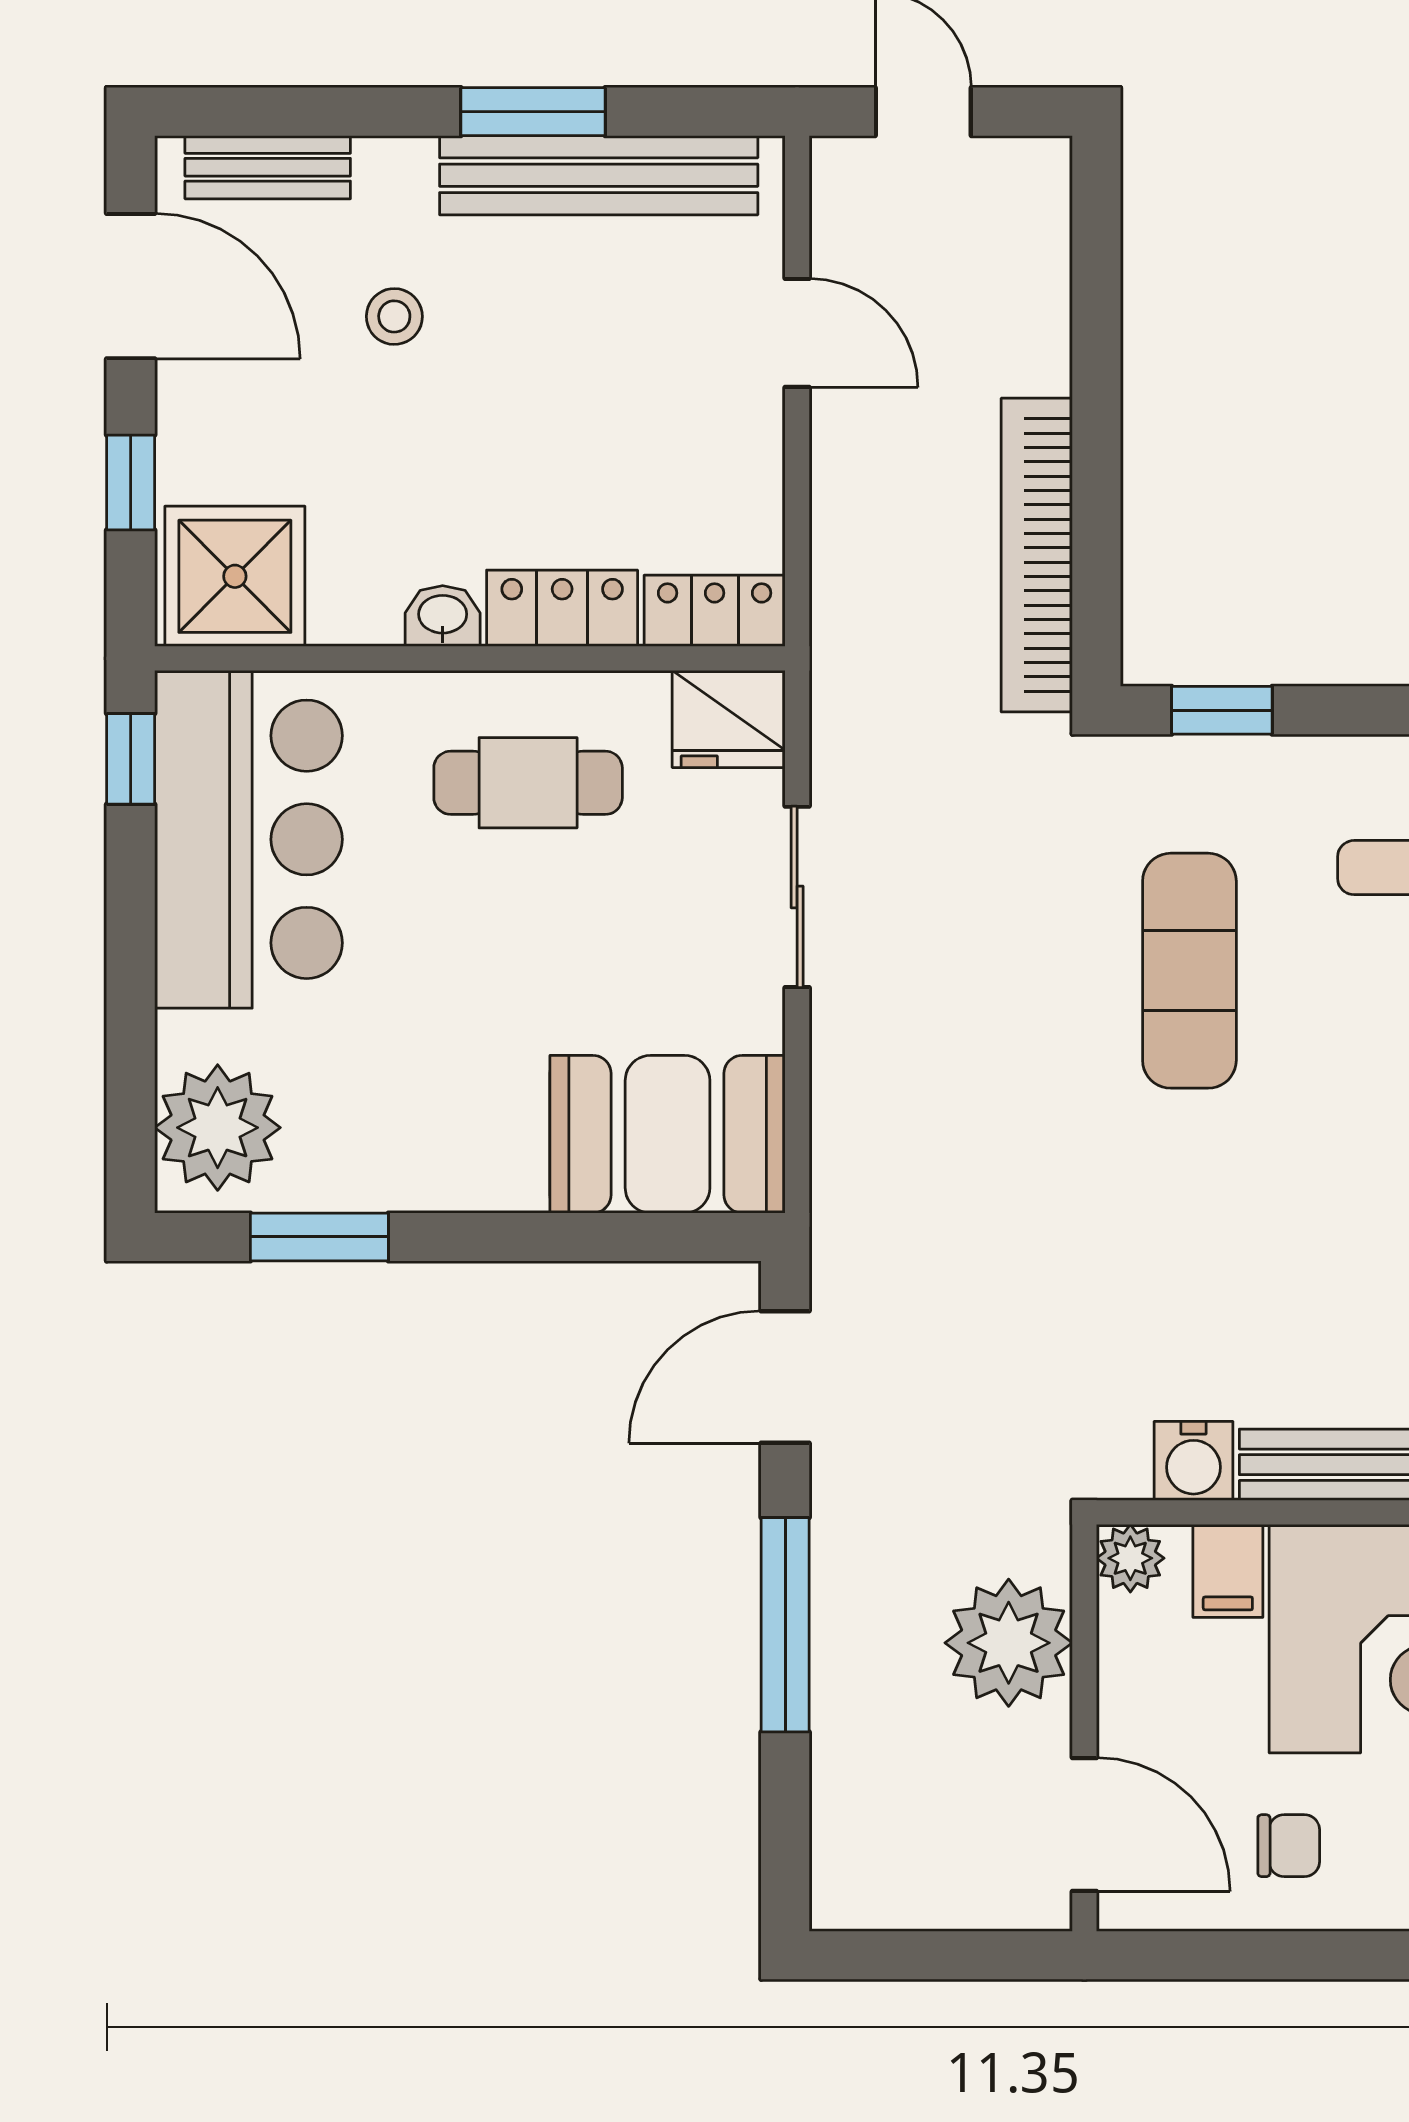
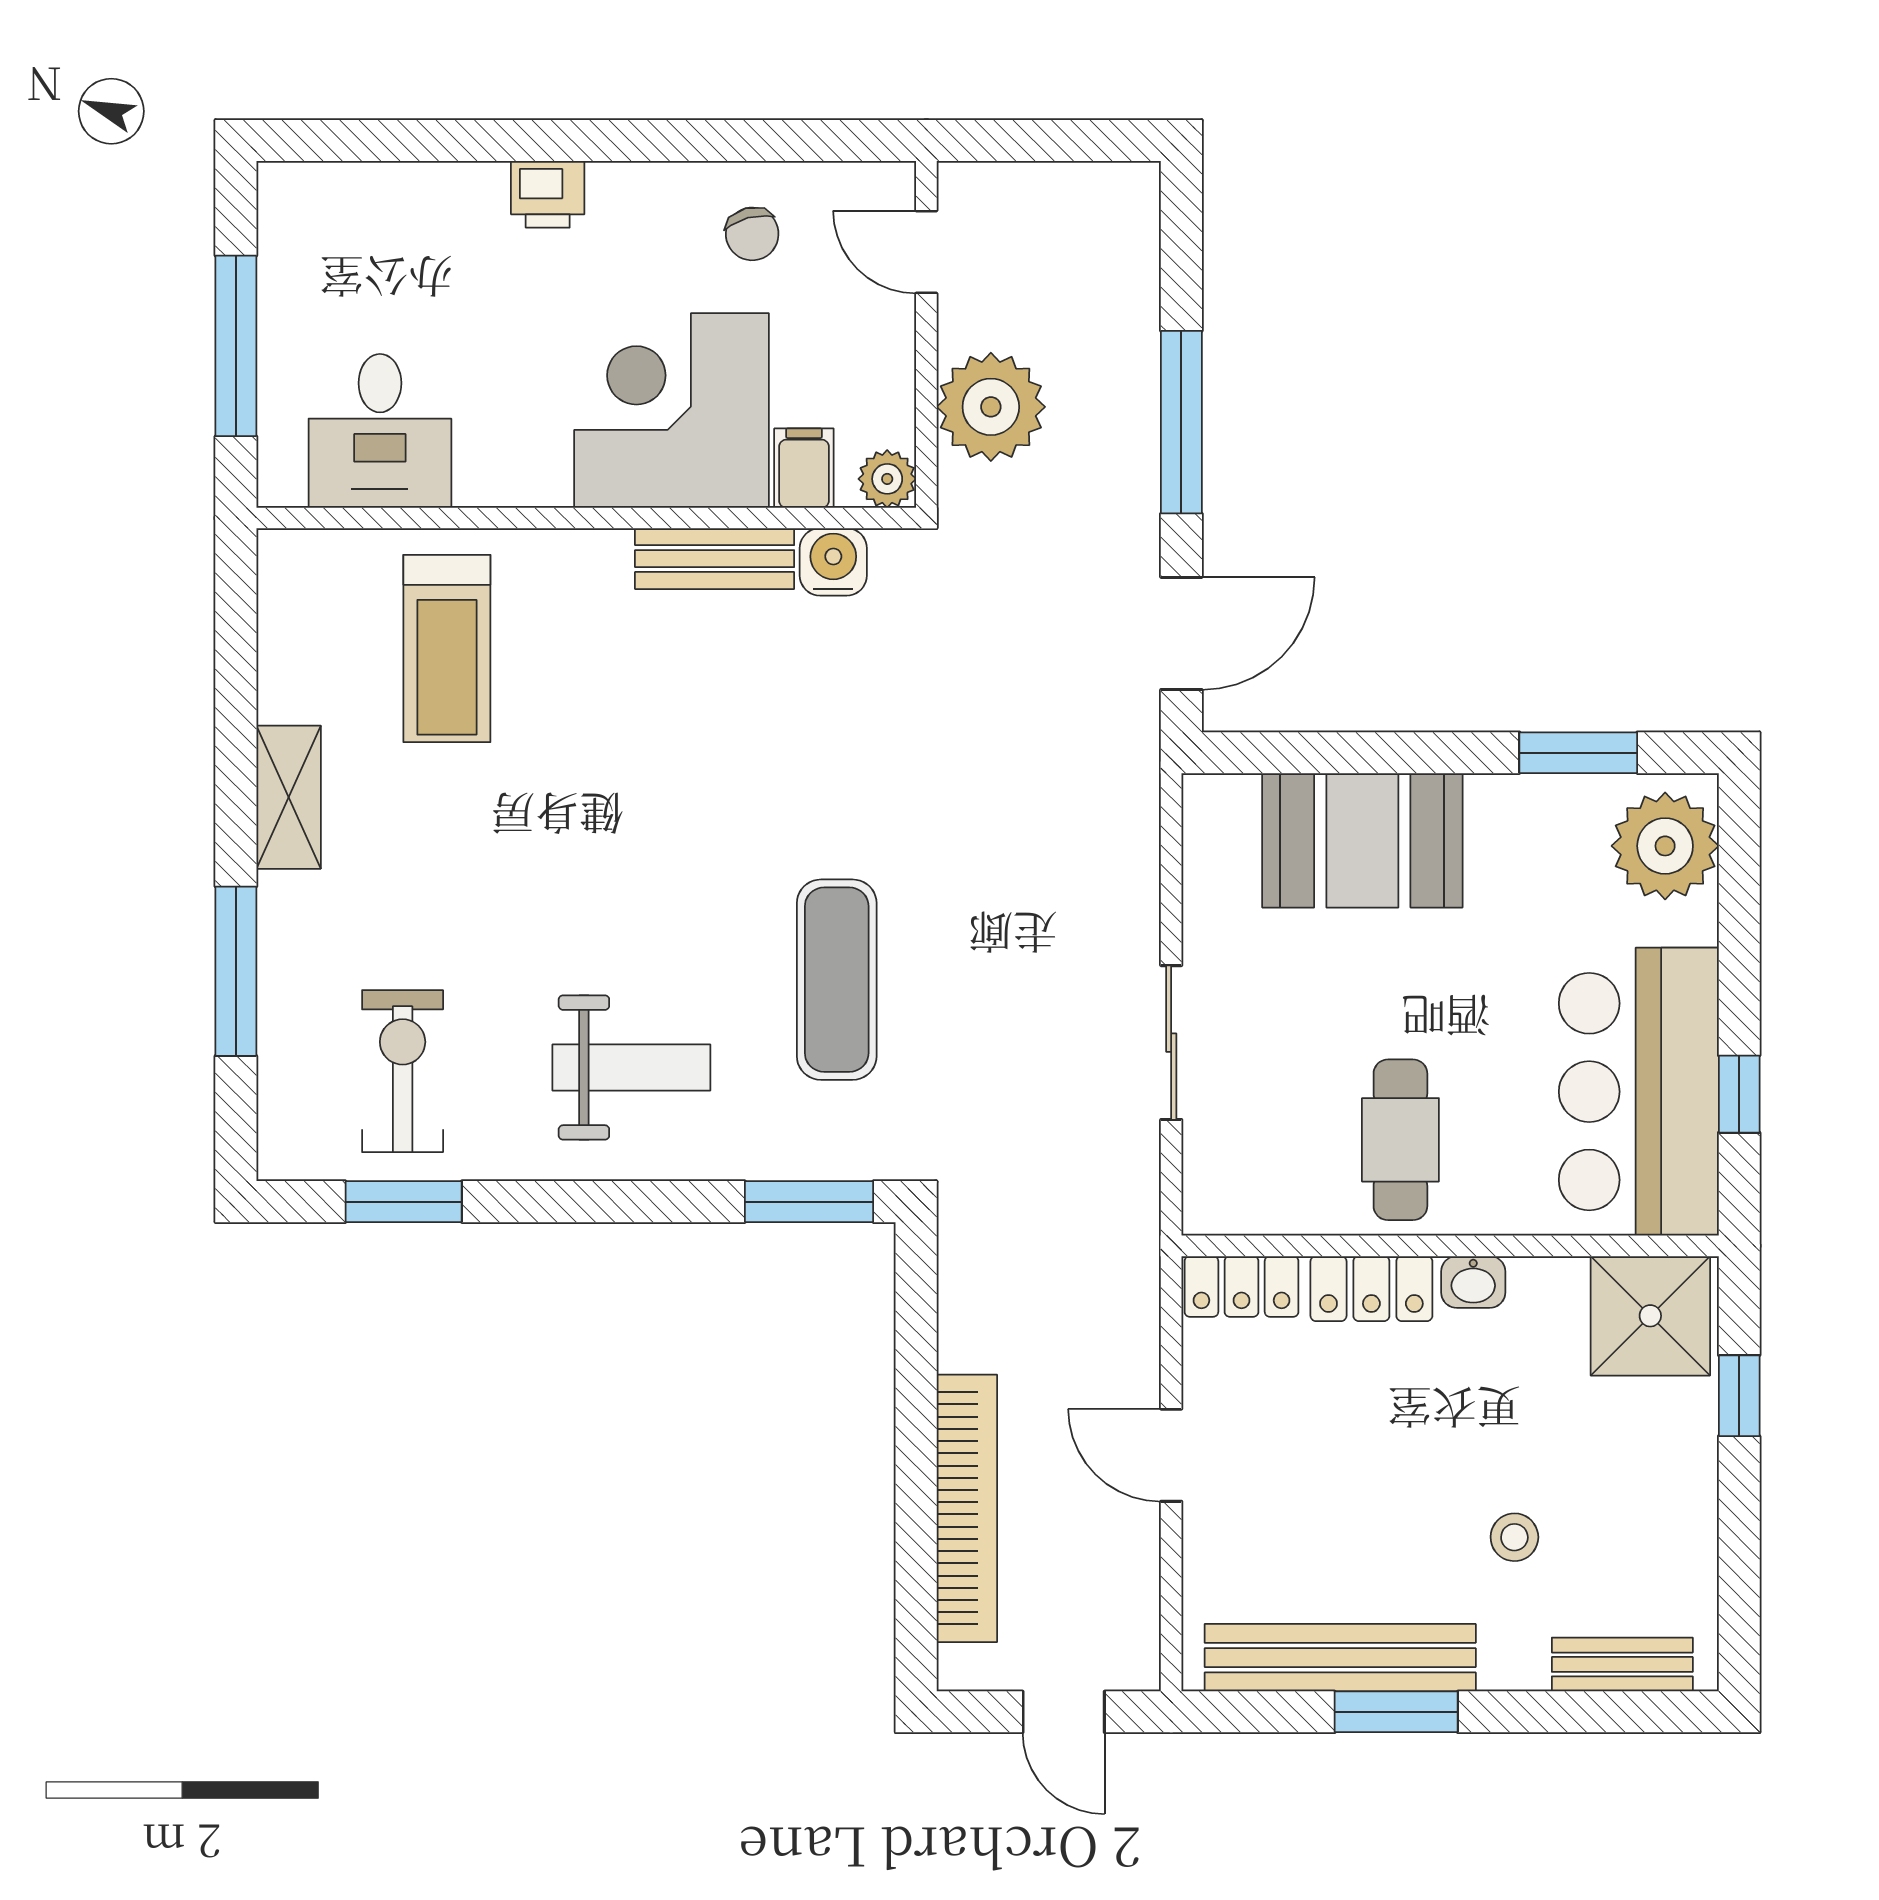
door: (131, 286) -> (1739, 1563), removed
door: (797, 333) -> (1171, 1455), moved
bookcase: (1037, 555) -> (967, 1508), moved
window: (1222, 710) -> (809, 1202), width x1.50
fridge: (729, 719) -> (1230, 1194), removed
window: (131, 759) -> (1739, 1094), moved
cafe table: (528, 783) -> (1400, 1140), turned 90
booth: (668, 1134) -> (1362, 840), moved
door: (1084, 1824) -> (926, 252), width x0.73
chair: (1289, 1846) -> (752, 234), turned -105

